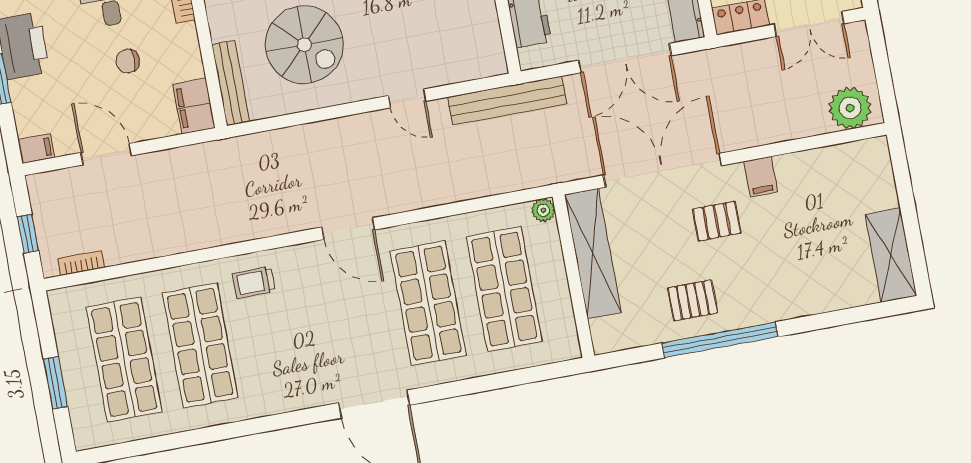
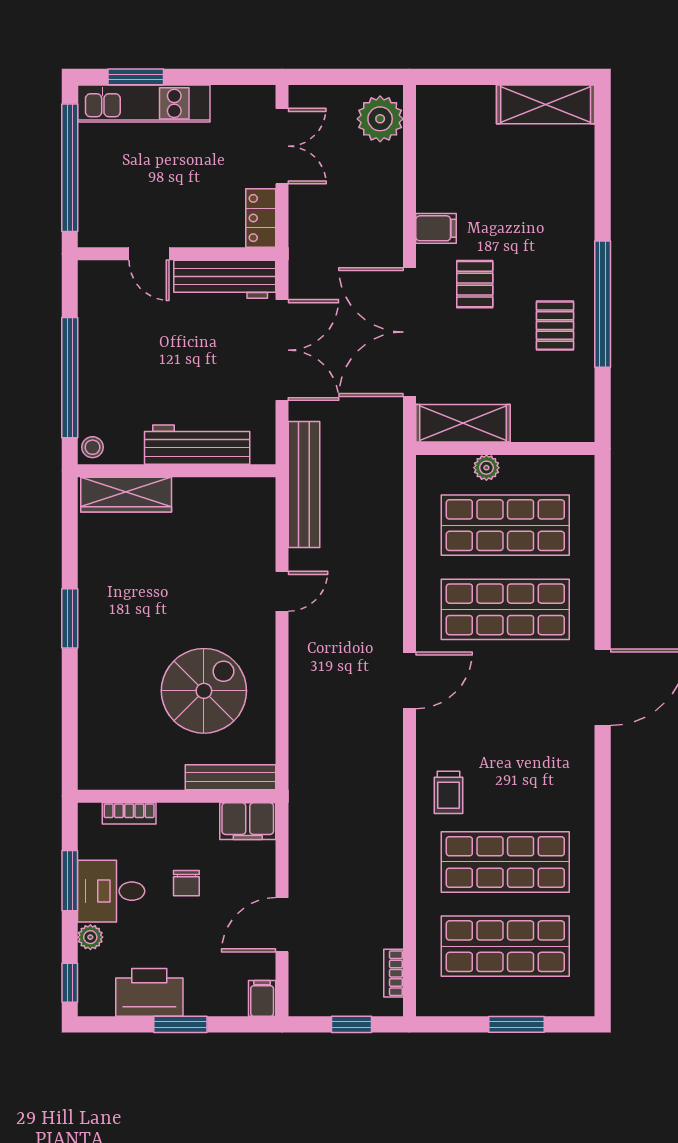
plant: (543, 210) -> (486, 468), moved
shelving: (593, 254) -> (463, 423), width x0.68

